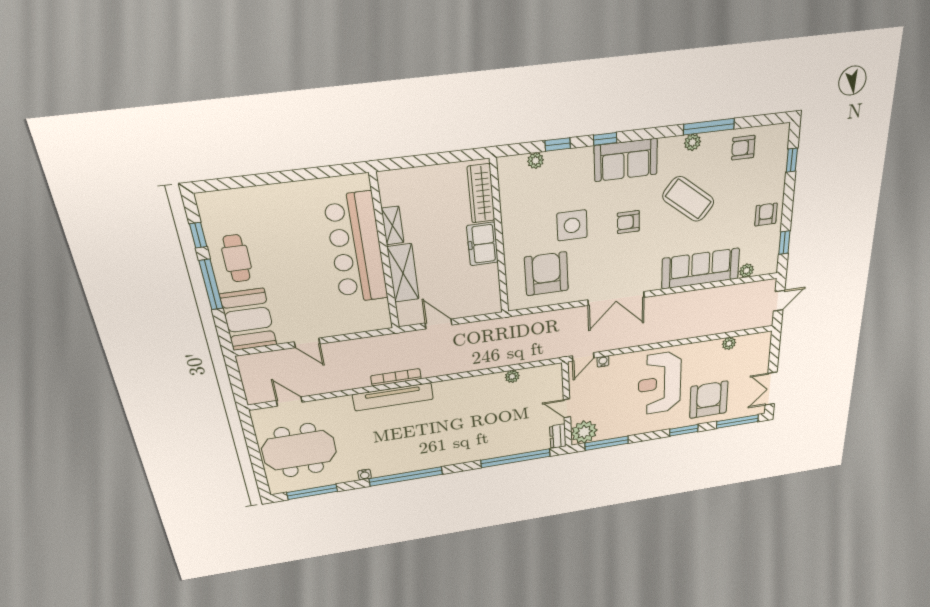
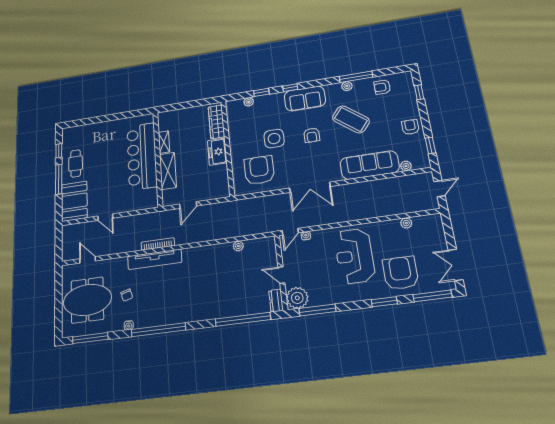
armchair: (628, 222) -> (312, 135), turned -90
door: (439, 324) -> (188, 205), swing flipped
chair: (357, 441) -> (127, 295), added

